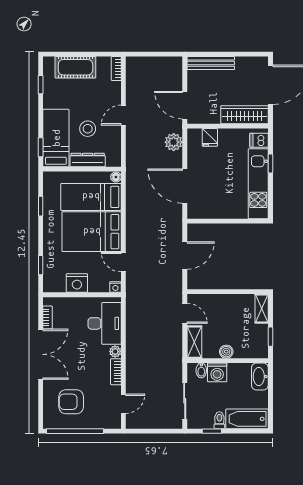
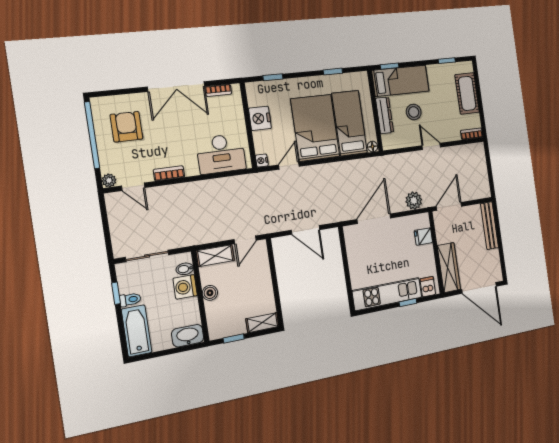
plant: (115, 352) -> (109, 180), moved

